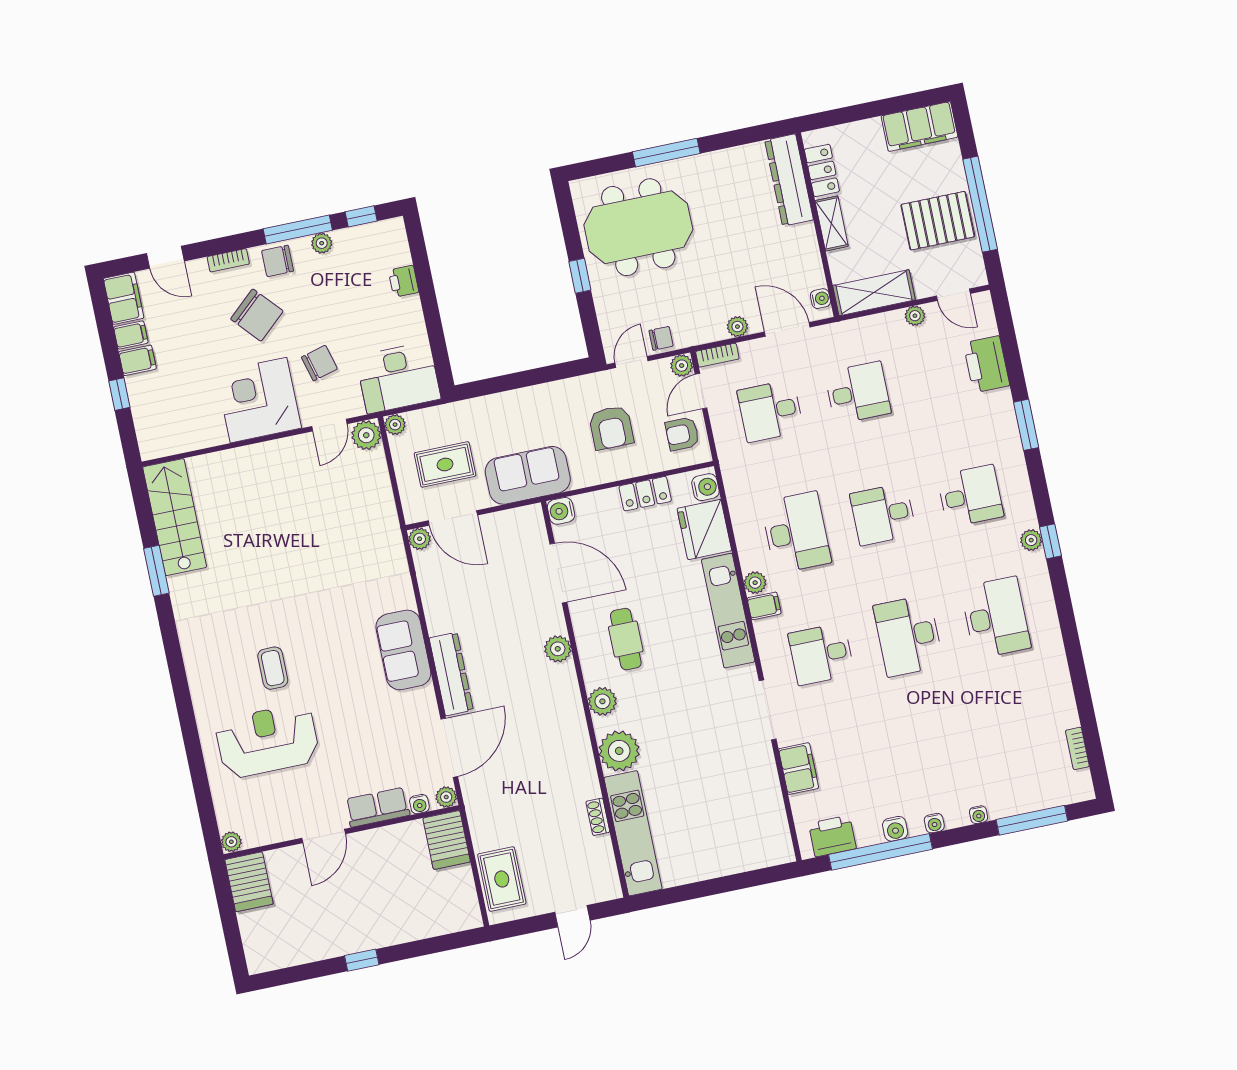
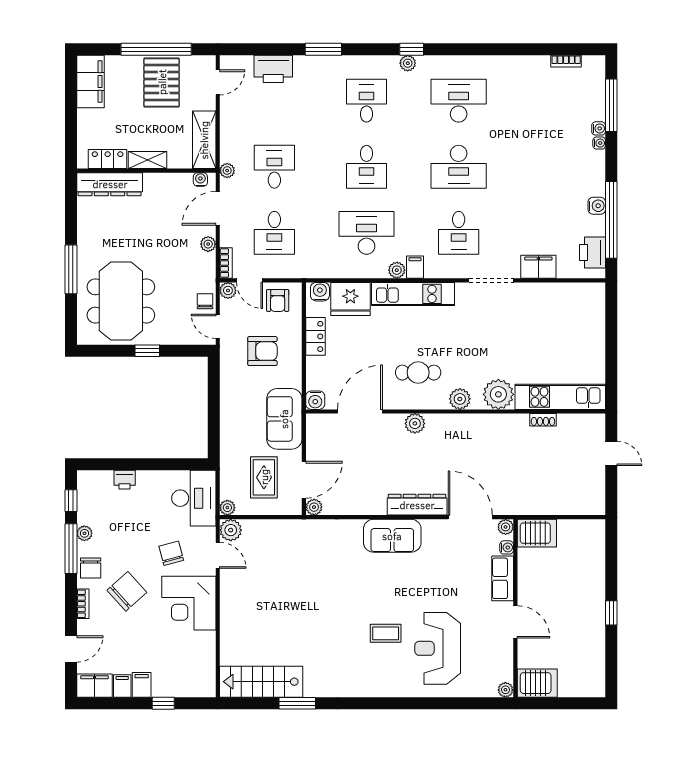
plant: (915, 316) -> (227, 171), moved
water cooler: (934, 823) -> (599, 128), moved
rug: (502, 879) -> (574, 499), removed

